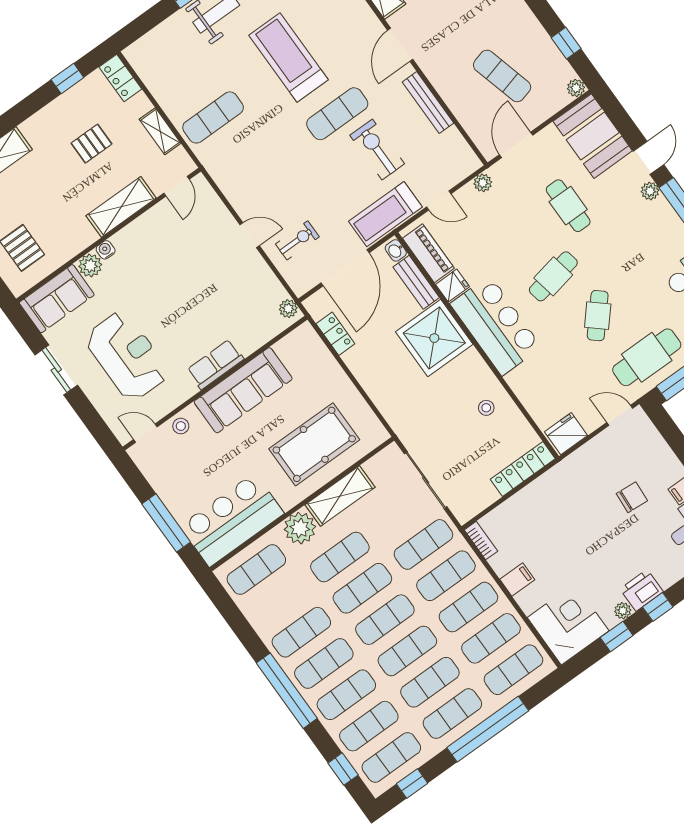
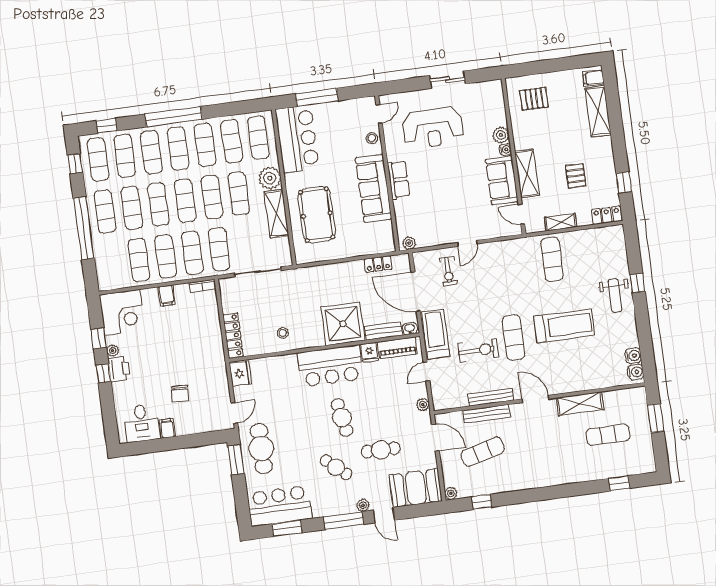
bench: (452, 97) -> (486, 414), added
sofa: (57, 299) -> (502, 180), moved
cafe table: (598, 316) -> (336, 467), moved
exercise mat: (513, 670) -> (232, 141), moved

